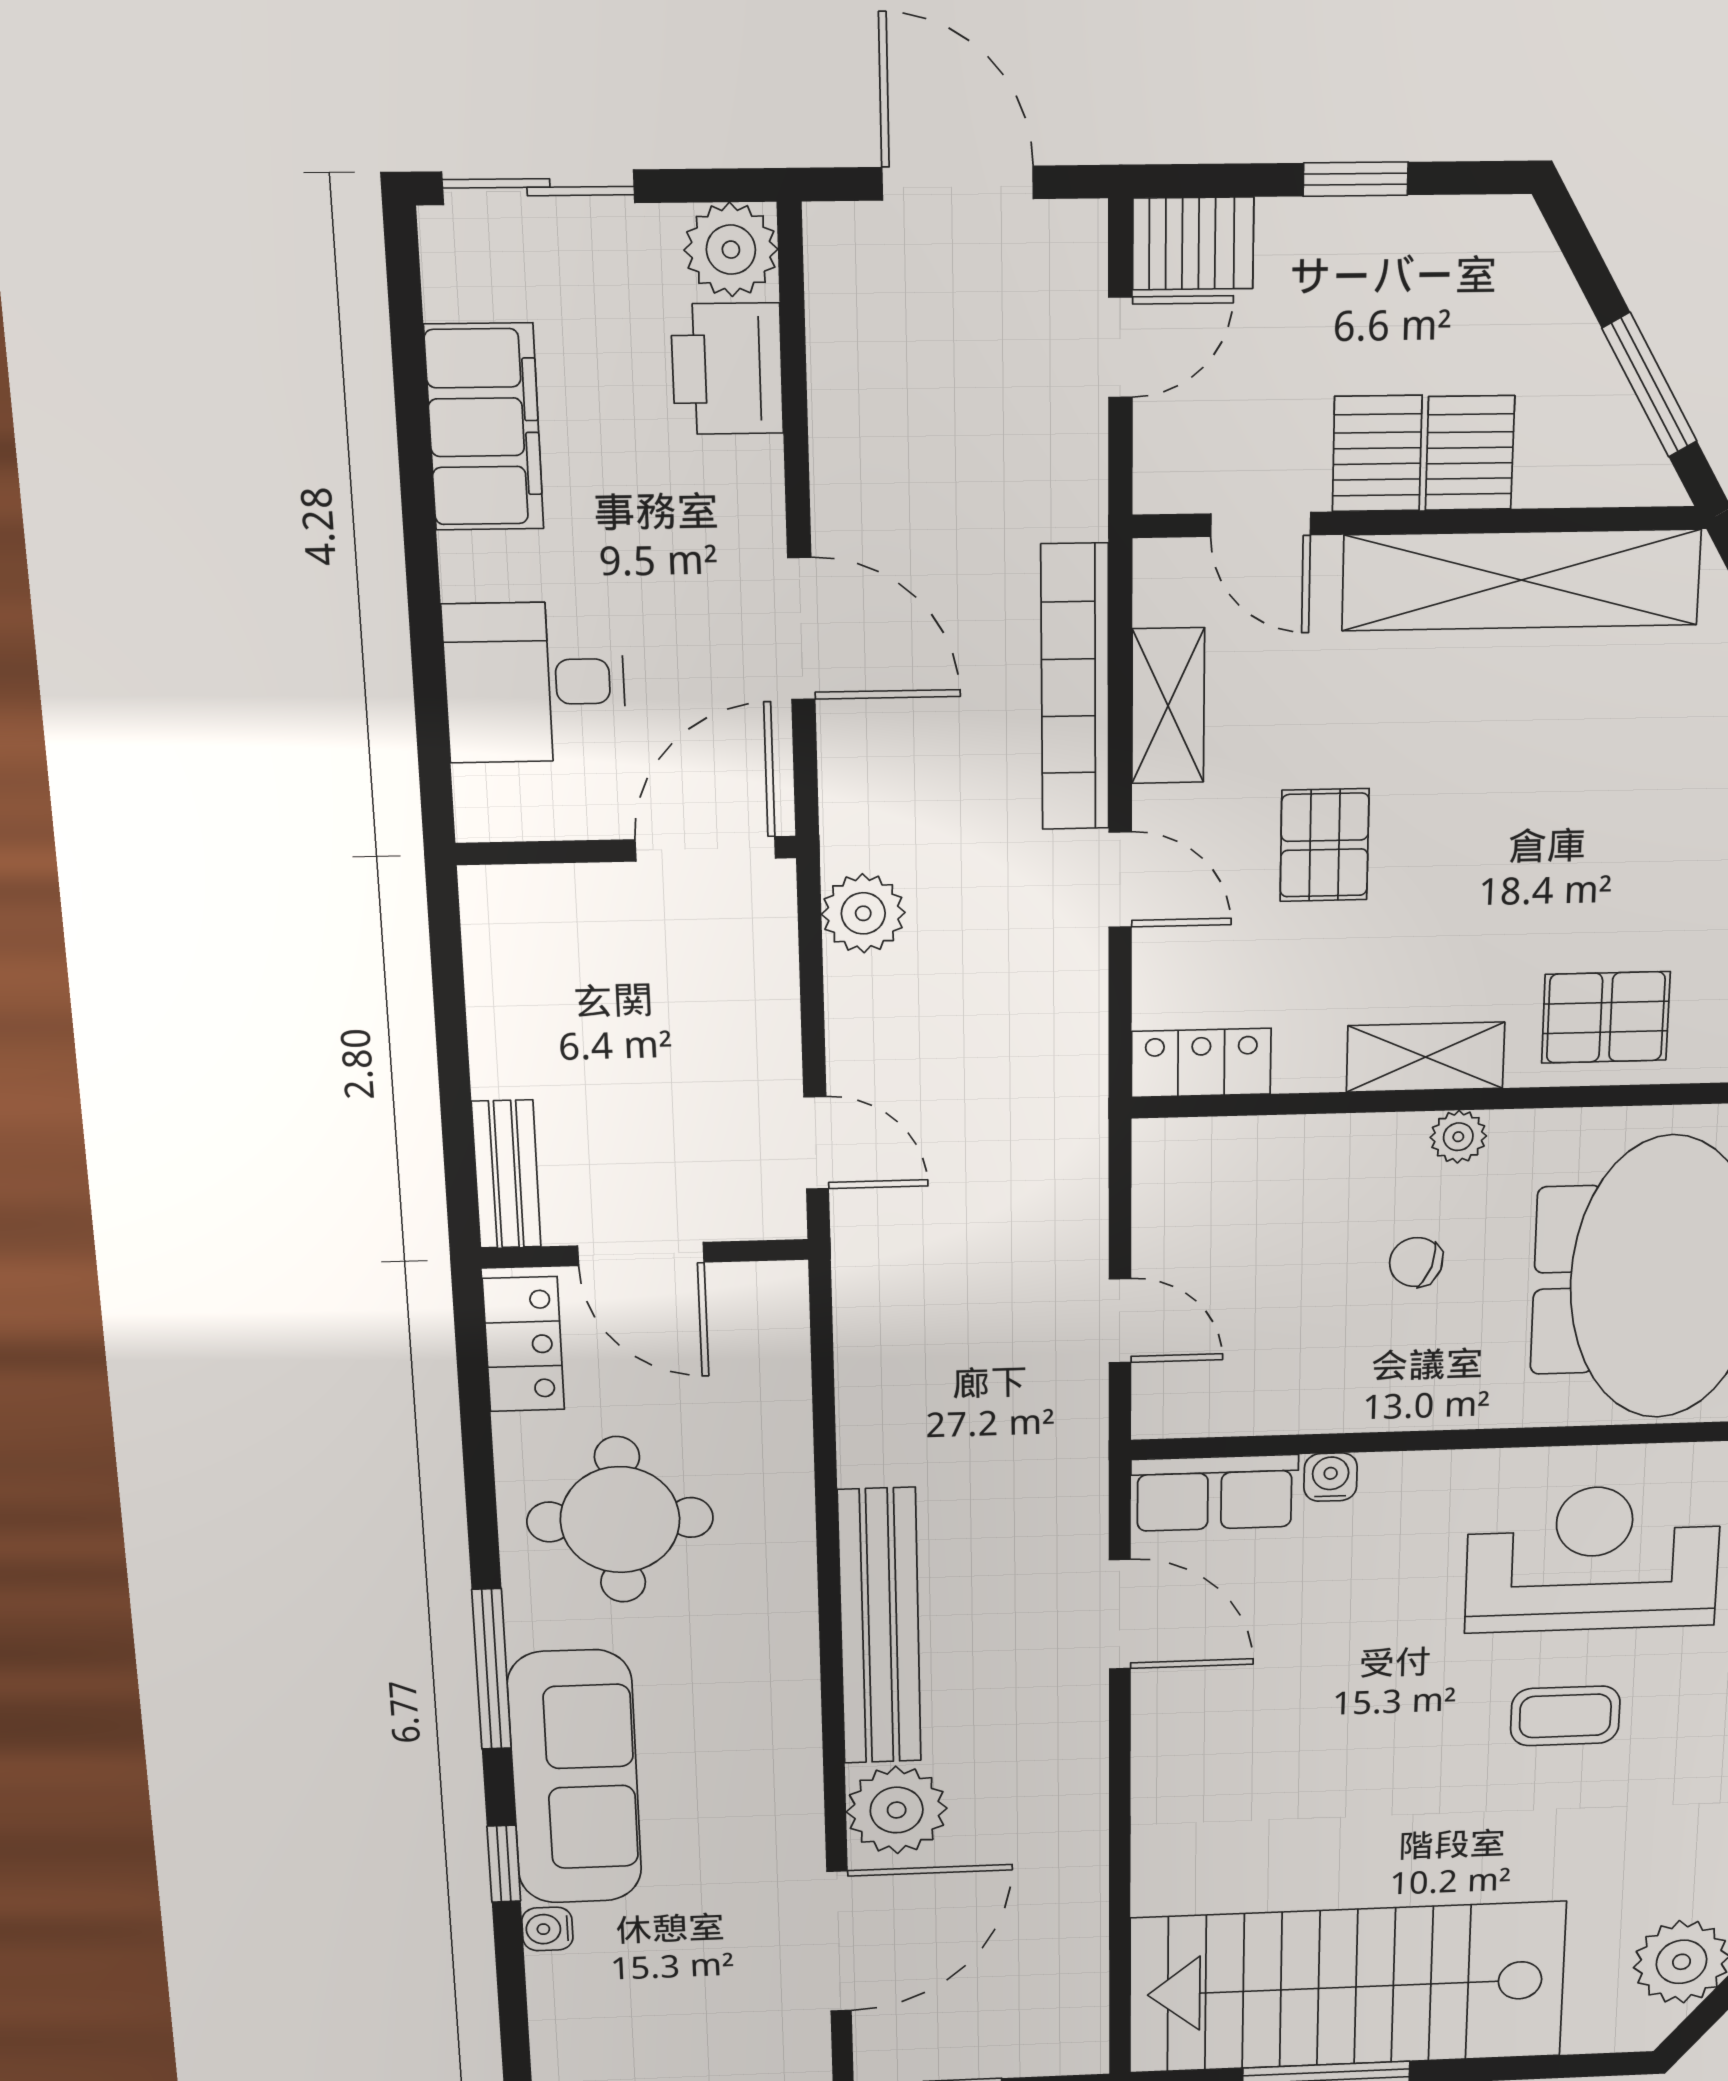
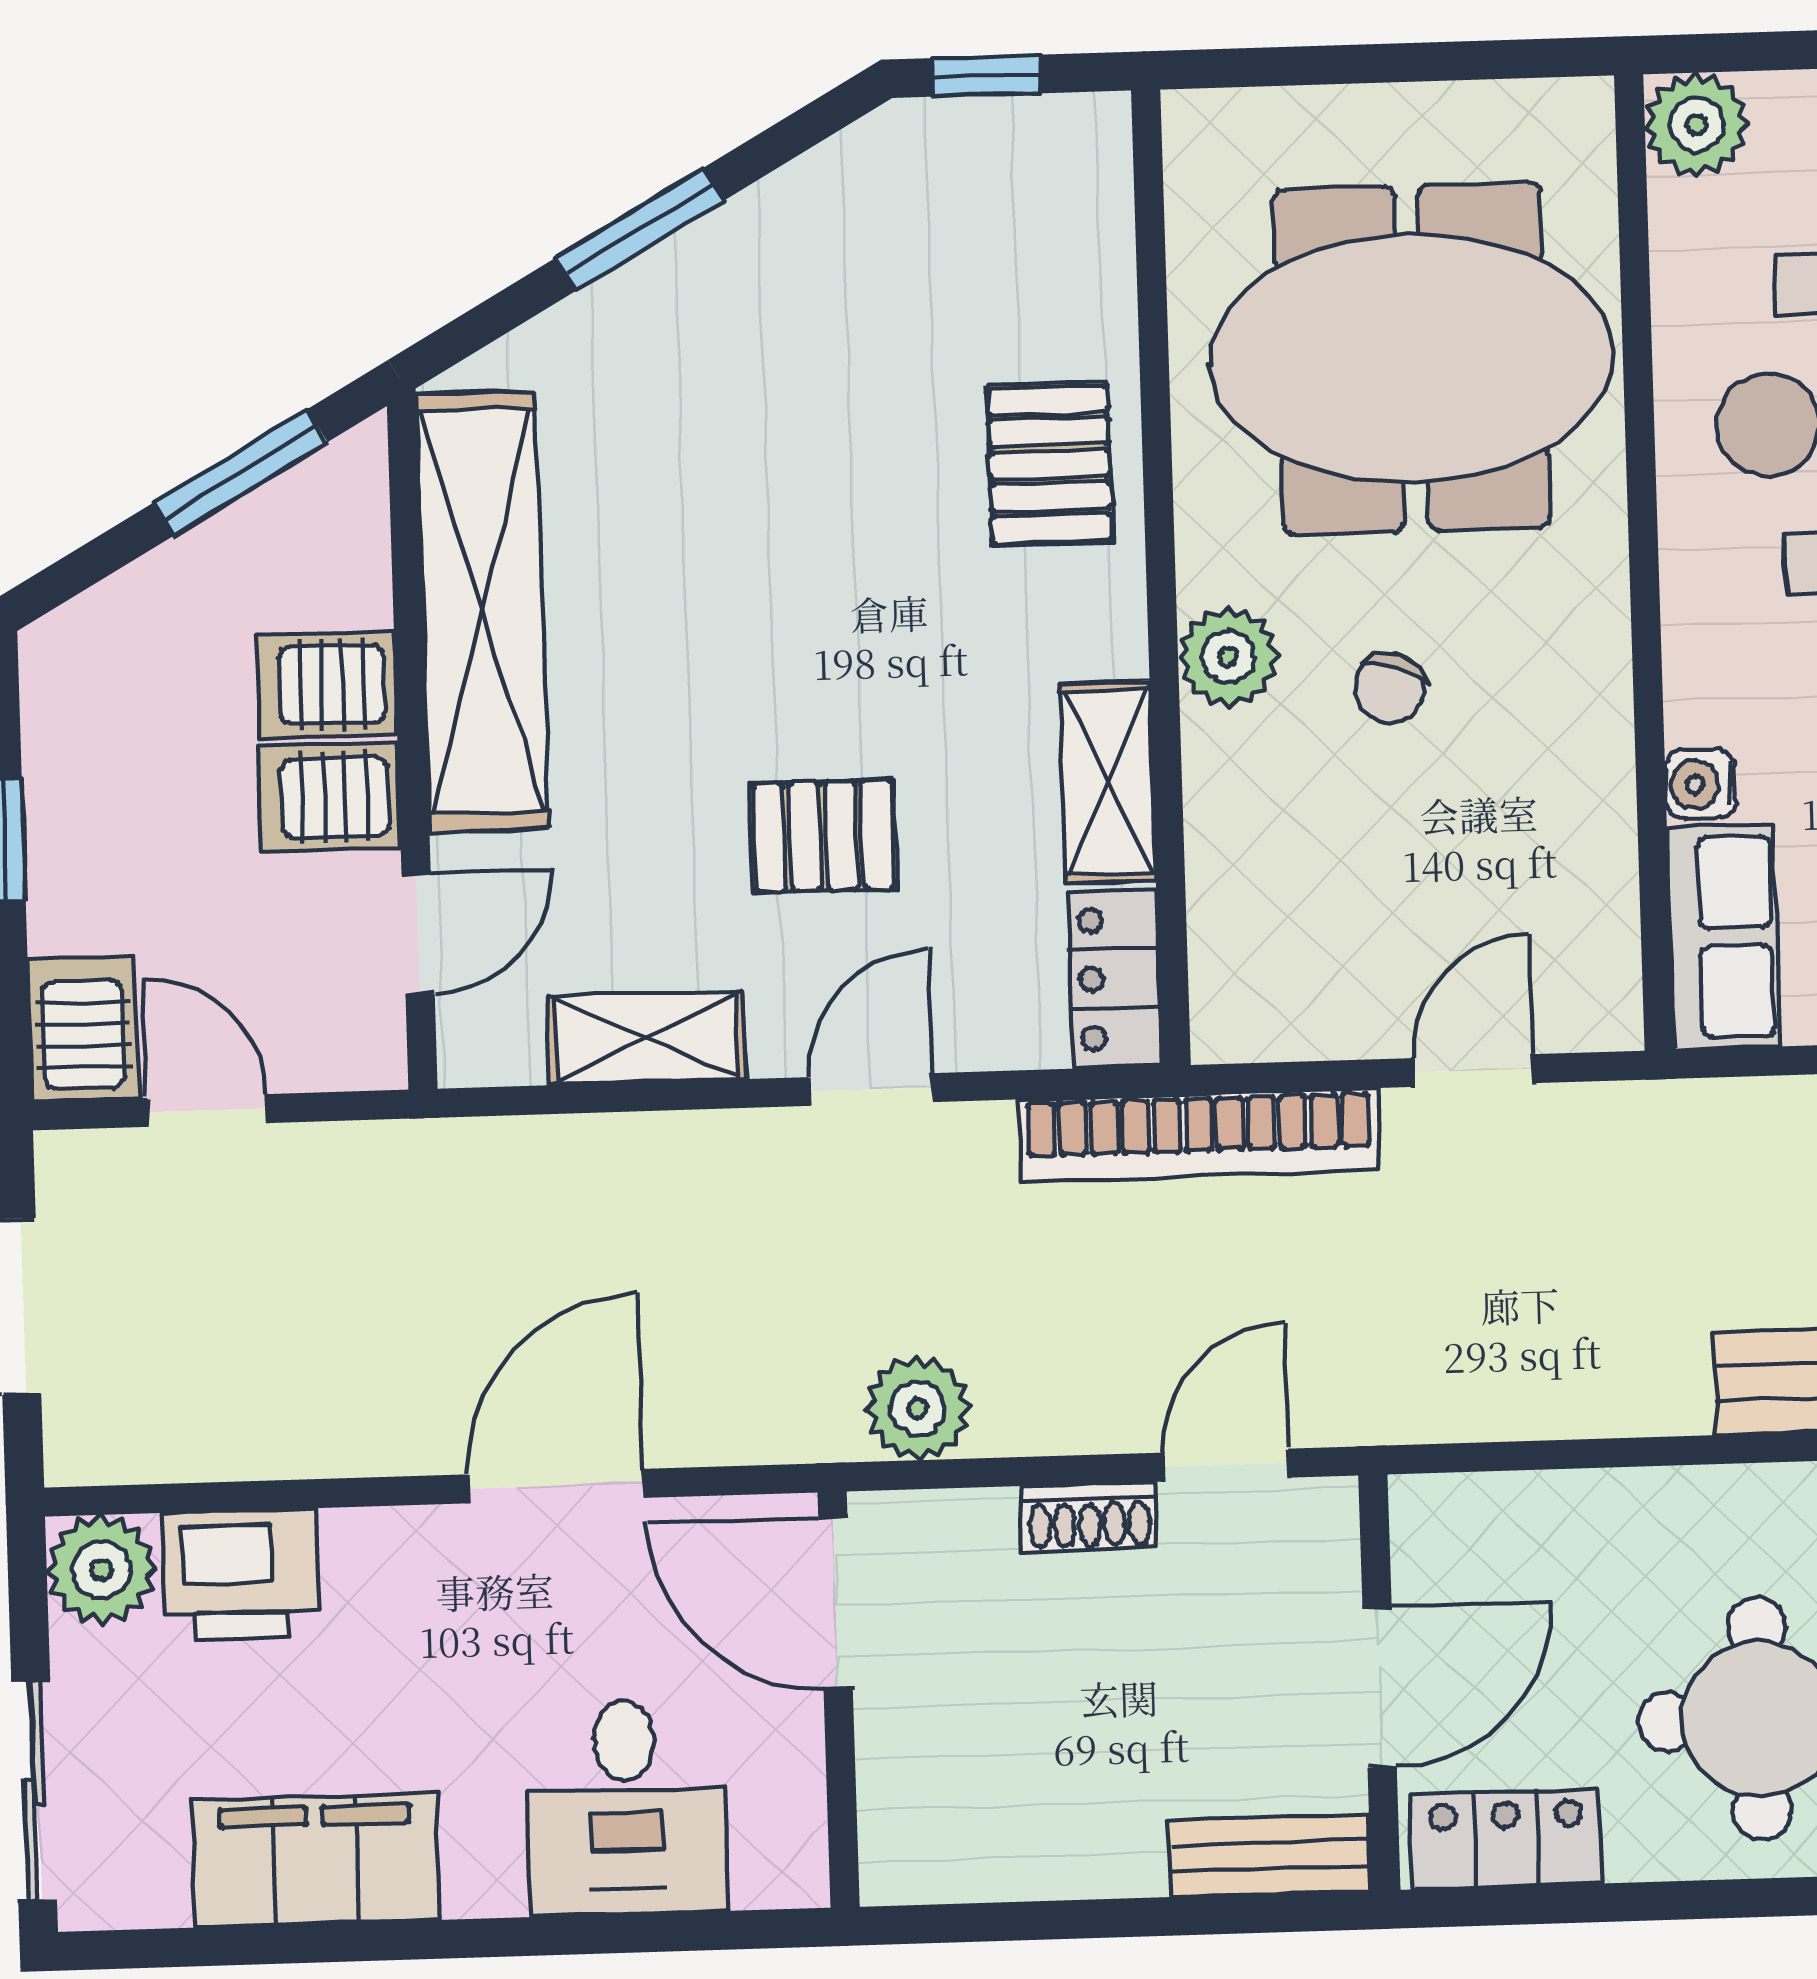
bookcase: (1075, 688) -> (1199, 1135), moved
shoe rack: (775, 1042) -> (1090, 1517), added
shelving: (1425, 1057) -> (1108, 782), moved
plant: (1458, 1137) -> (1228, 657), width x1.38, depth x1.38

